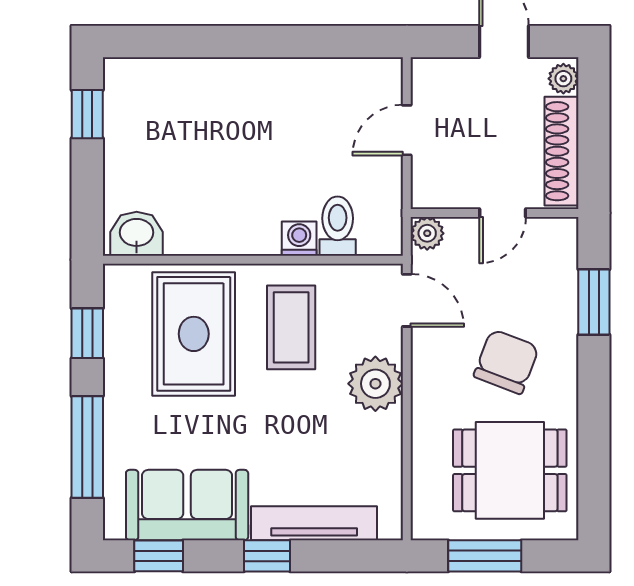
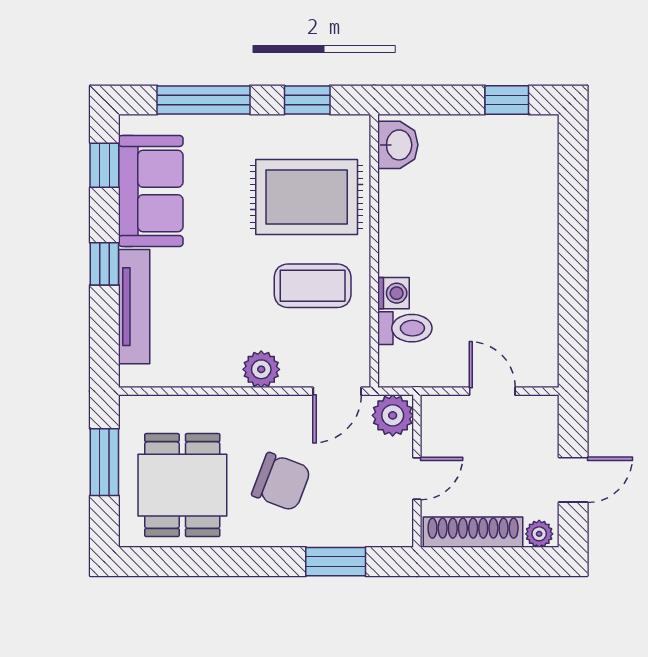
door: (503, 213) -> (417, 478), swing flipped
plant: (427, 233) -> (393, 415), width x1.38, depth x1.38
plant: (375, 384) -> (261, 369), width x0.73, depth x0.73

